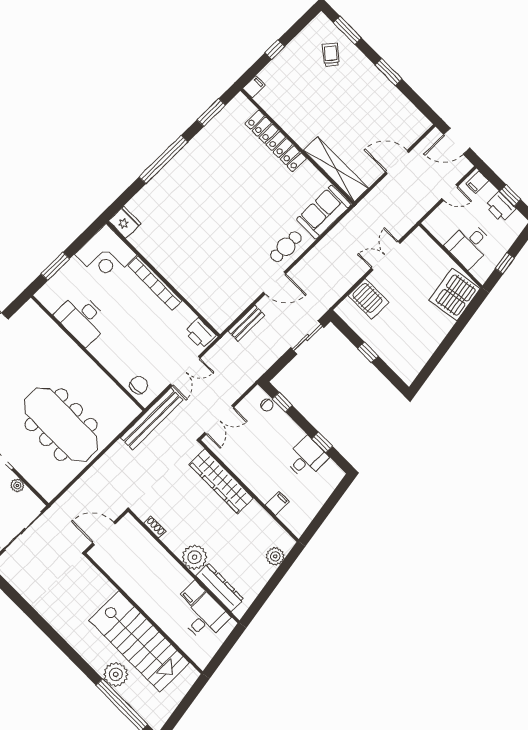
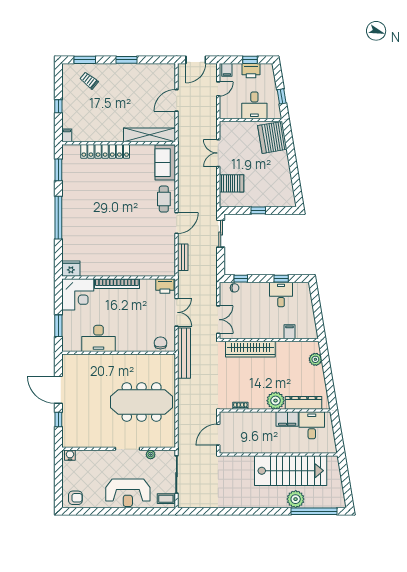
filing cabinet: (193, 593) -> (287, 419), width x2.00

